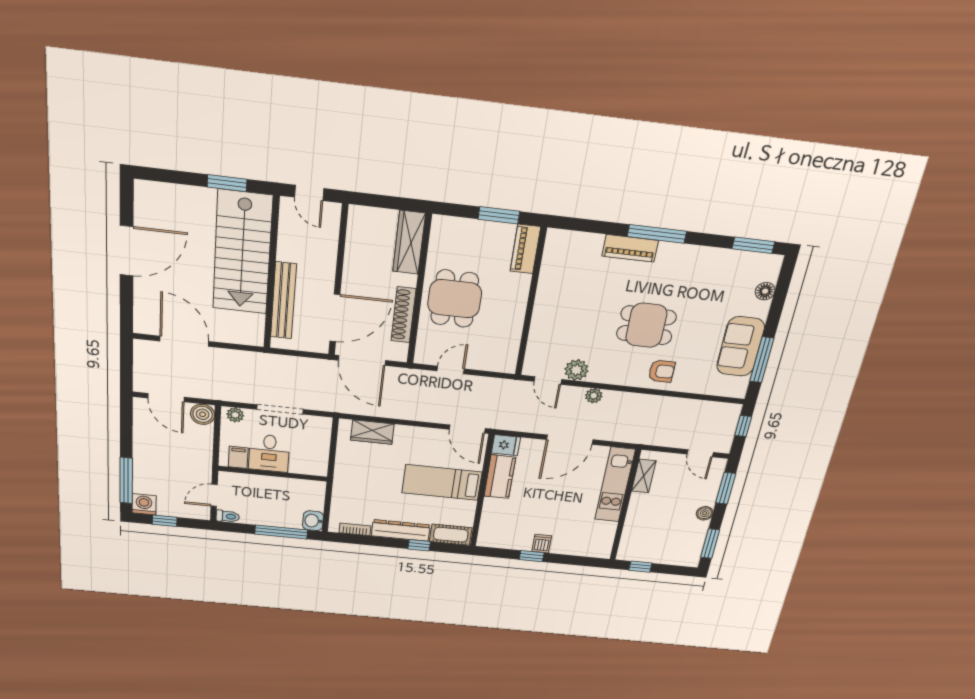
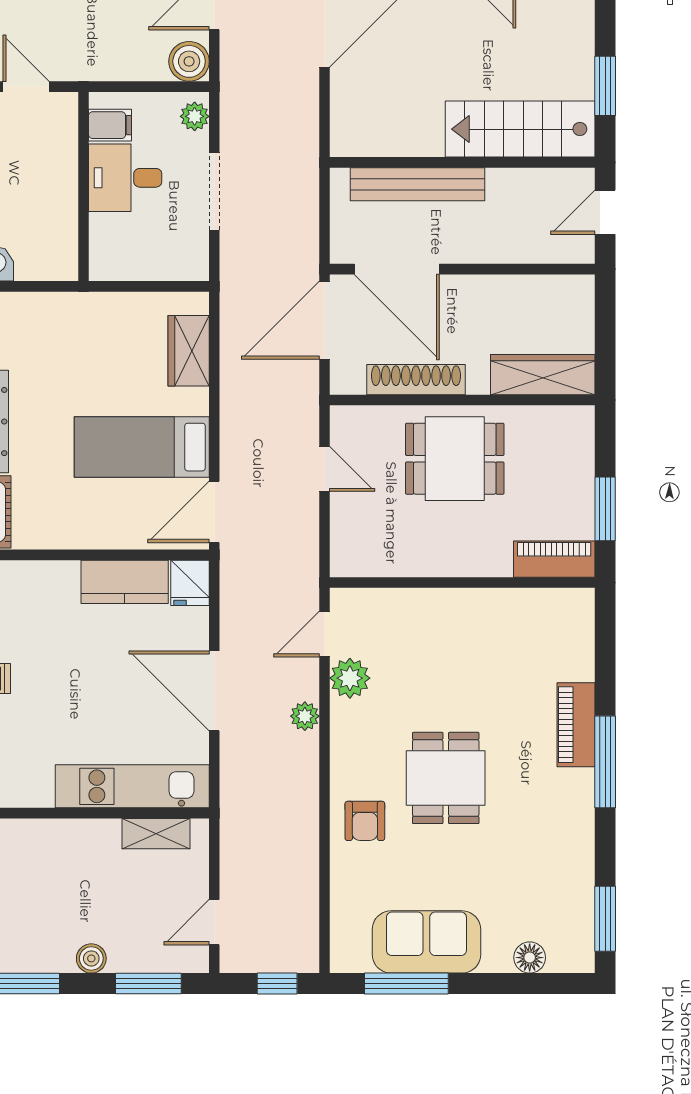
stairs: (242, 253) -> (520, 129), width x0.73, depth x0.66
bed: (442, 482) -> (142, 447), moved, turned -90

